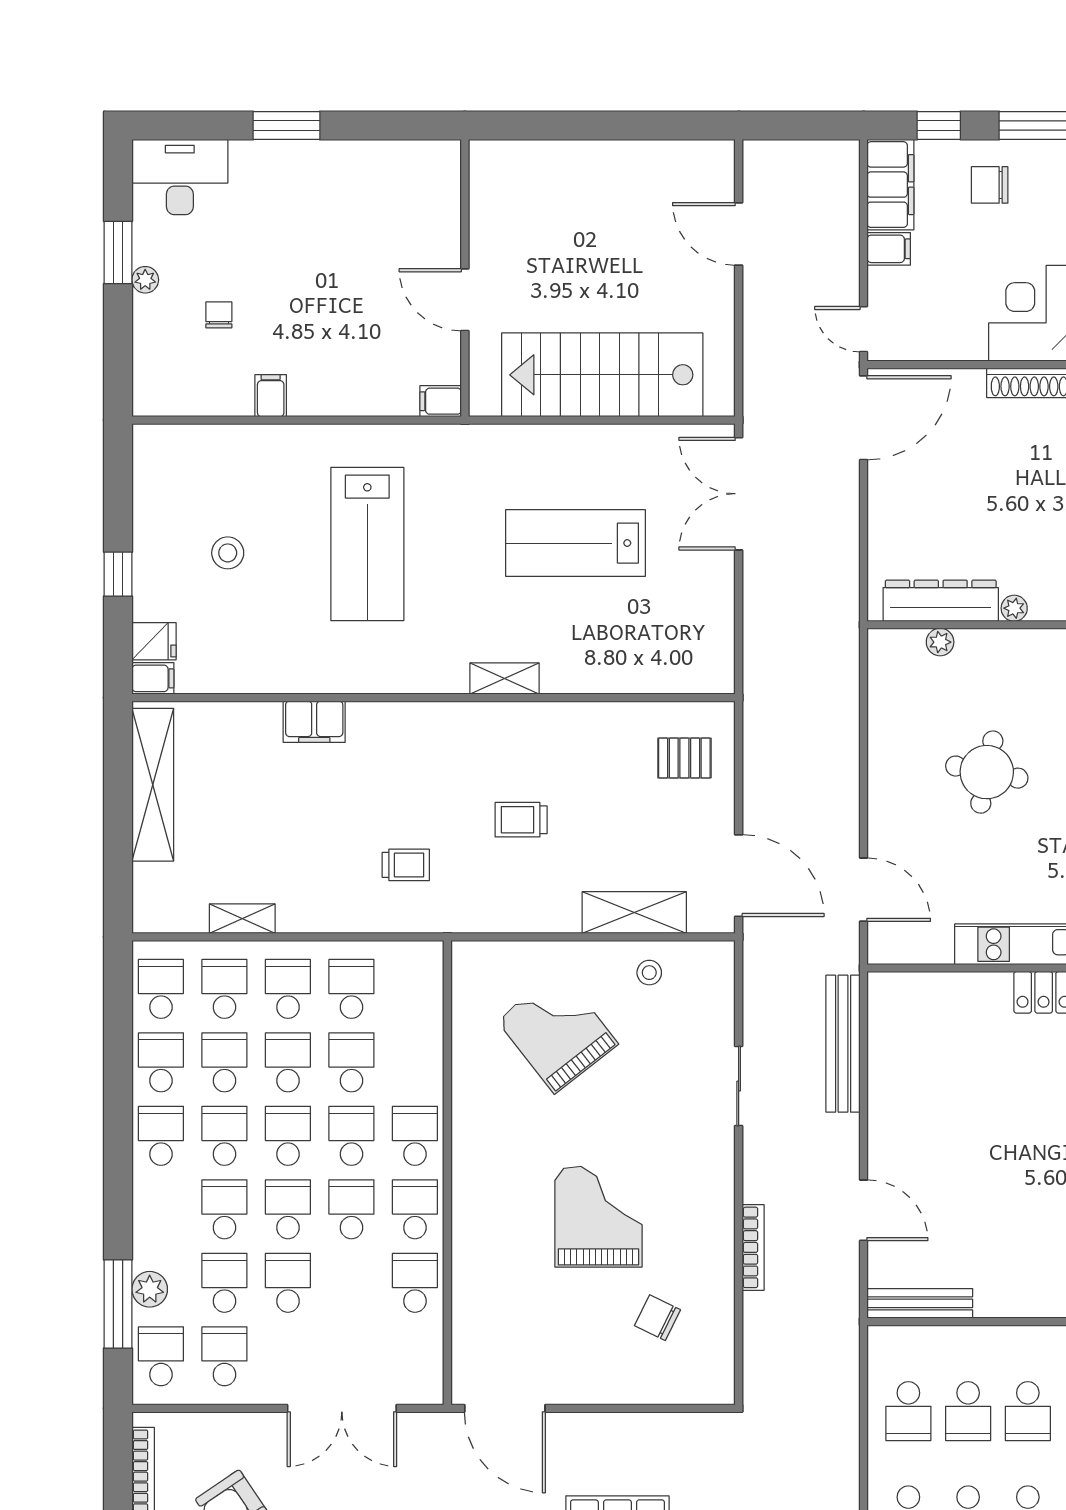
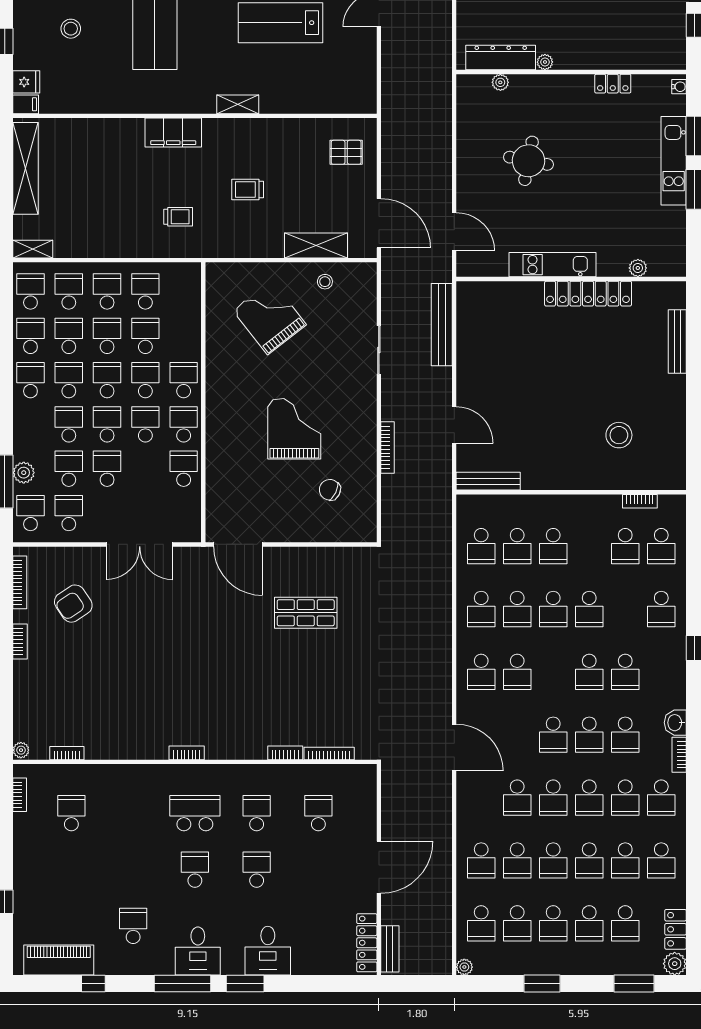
filing cabinet: (314, 722) -> (173, 133), moved, width x1.50, depth x1.17
shelving: (242, 919) -> (33, 249), moved

